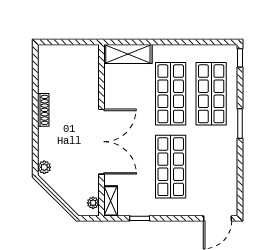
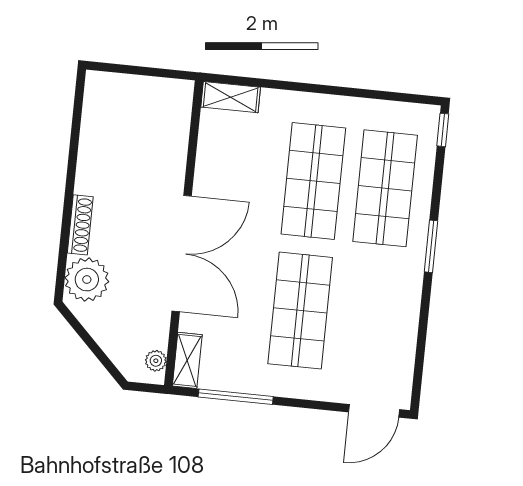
shelving: (128, 54) -> (231, 97), width x0.67, depth x0.75
shoe rack: (43, 110) -> (80, 225), moved
plant: (44, 167) -> (87, 280), width x1.88, depth x1.88
window: (140, 218) -> (236, 397), width x2.17

